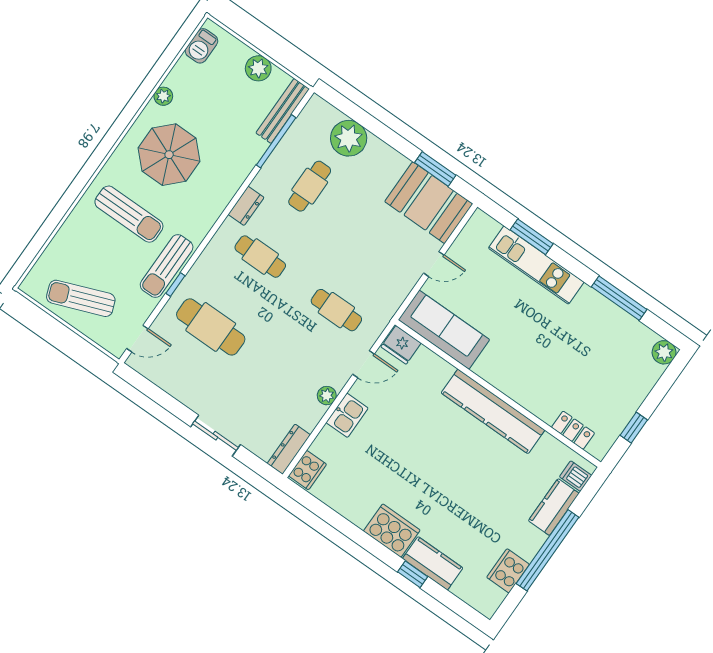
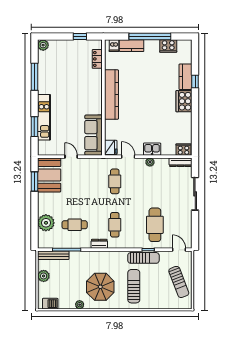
sliding door: (215, 436) -> (195, 194), width x1.37

